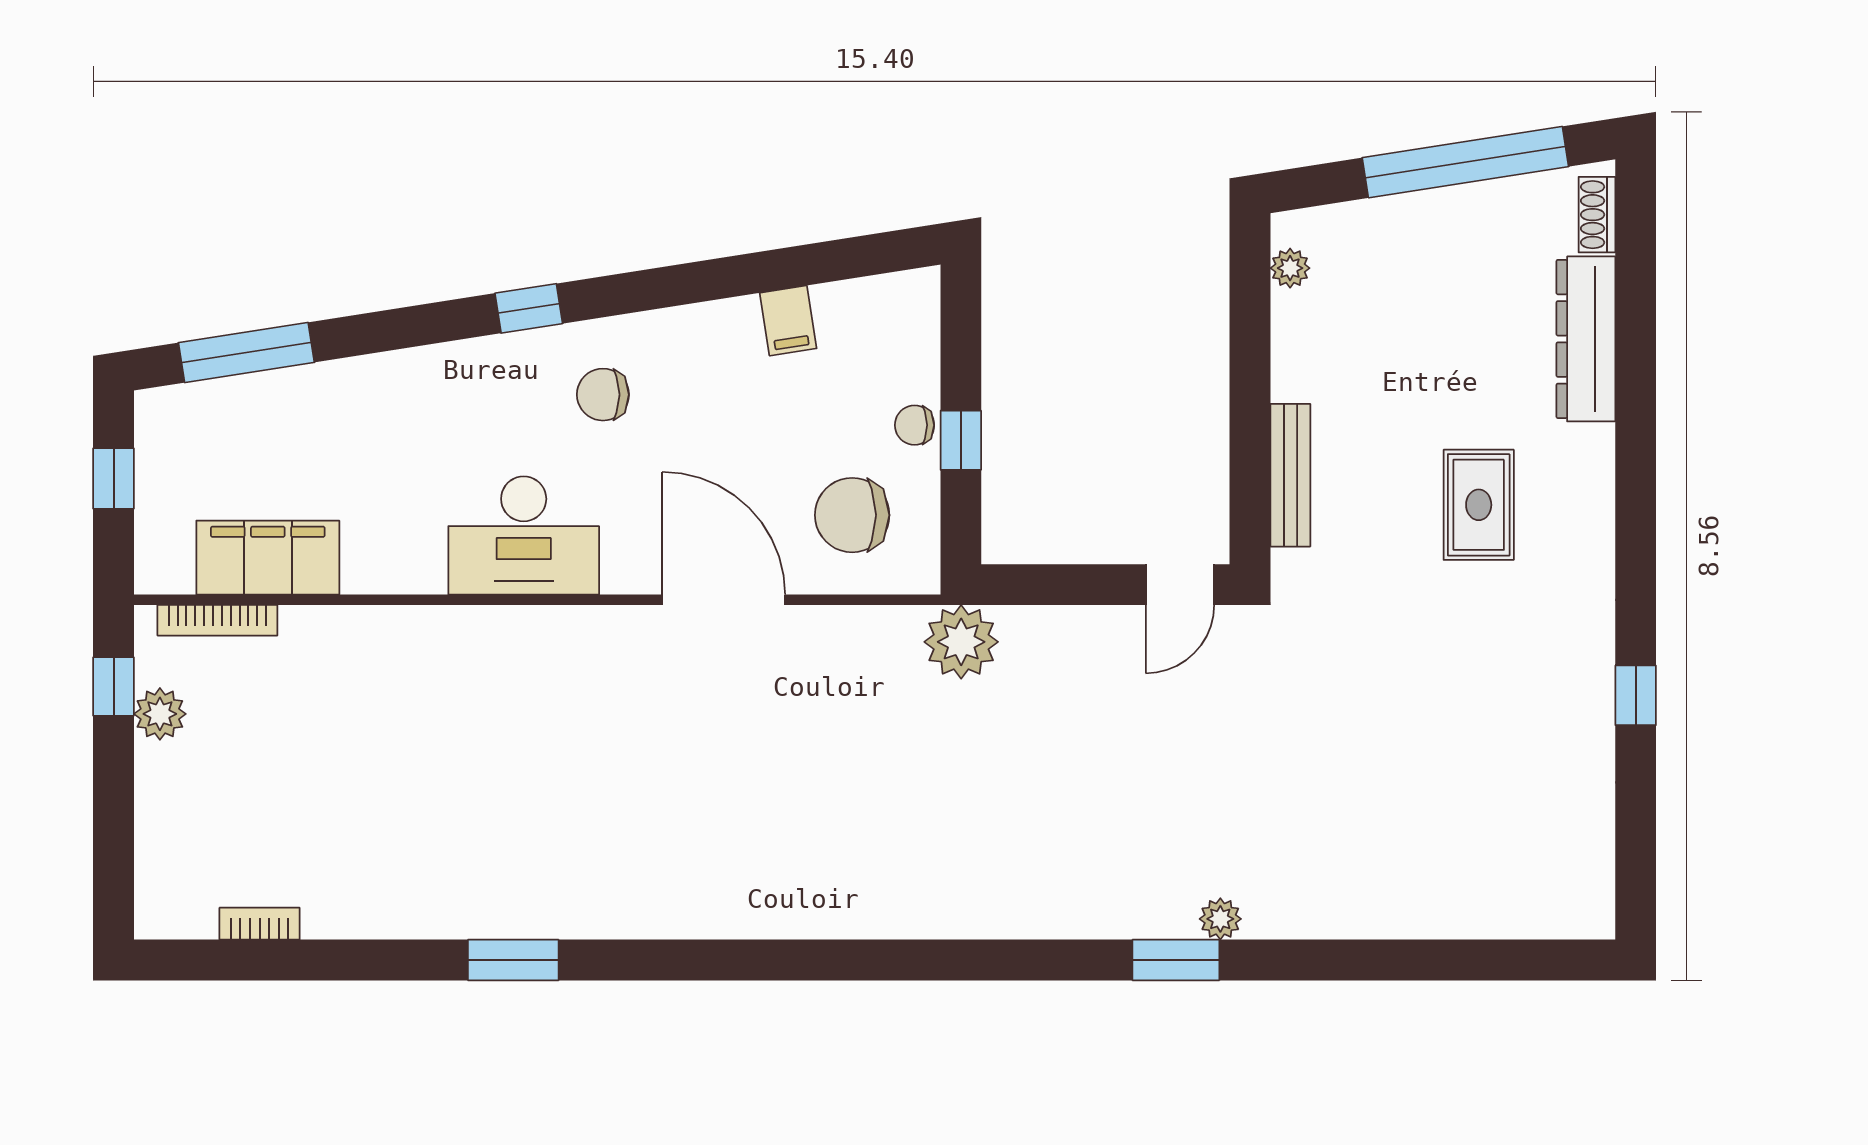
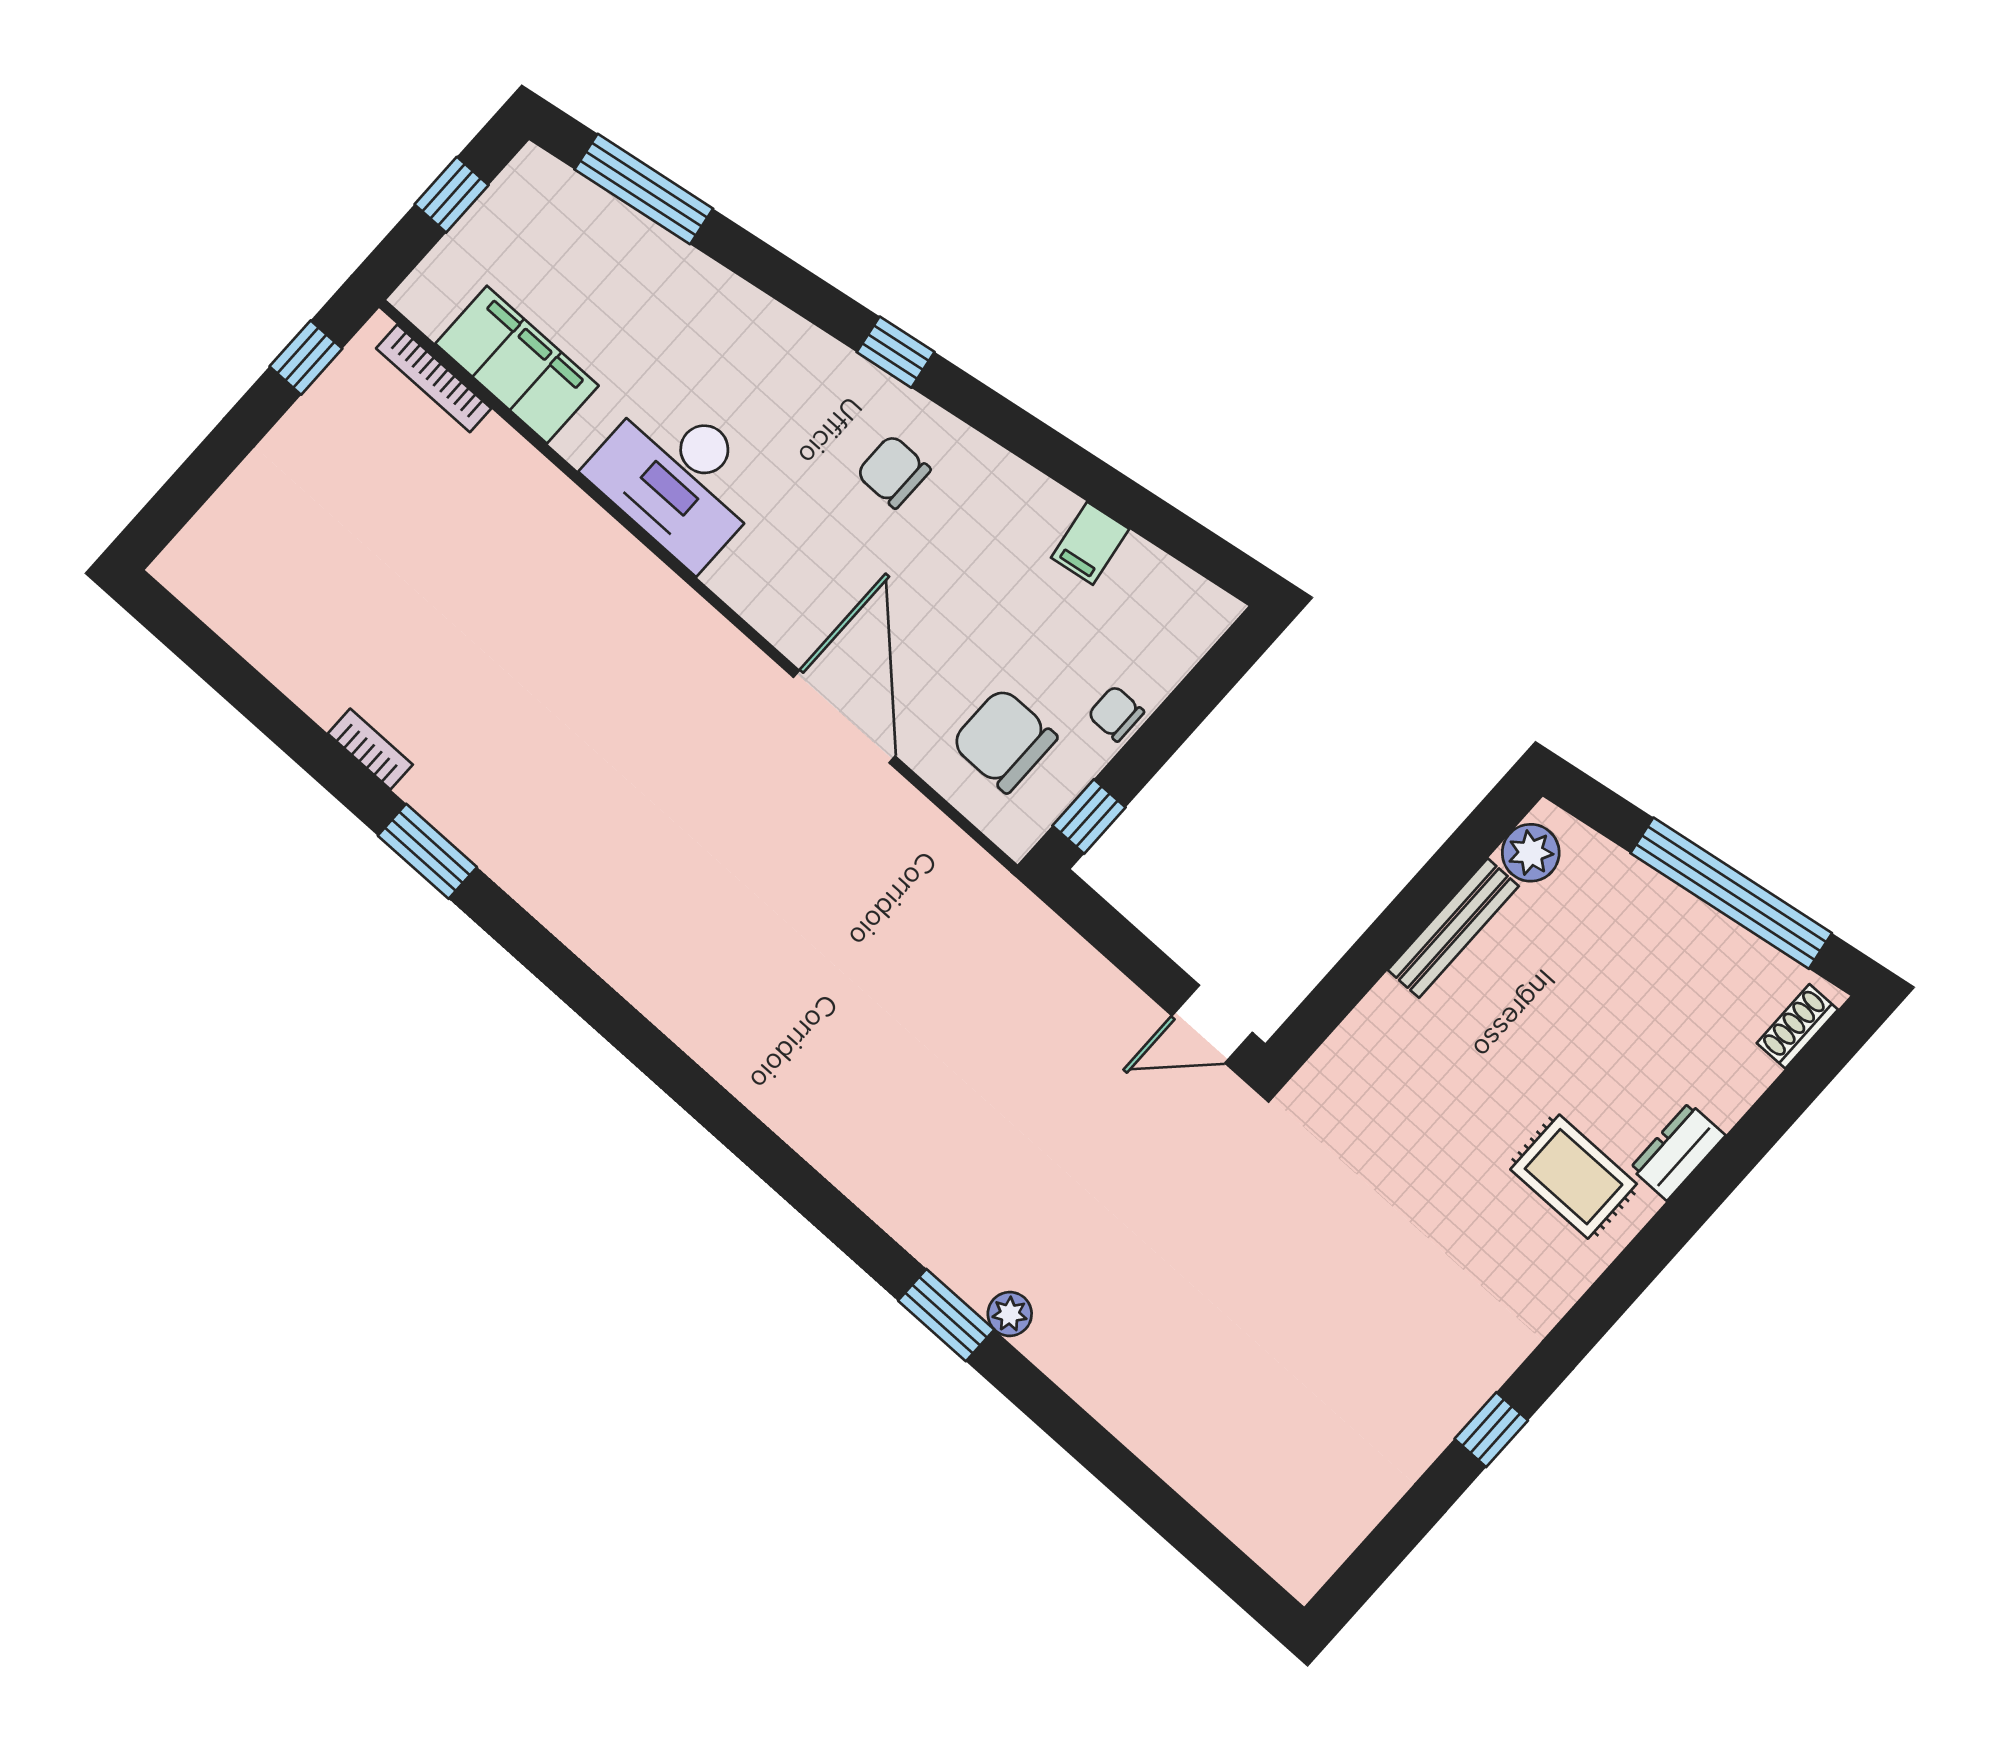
plant: (1290, 268) -> (1531, 853), width x1.38, depth x1.38
dresser: (1586, 339) -> (1678, 1152), width x0.51, depth x0.80
window: (961, 440) -> (1089, 816), moved
bench: (1290, 475) -> (1453, 928), moved
rug: (1479, 505) -> (1574, 1177), moved, turned 90
desk: (524, 536) -> (679, 478), moved
plant: (961, 642) -> (1001, 916), removed
plant: (160, 714) -> (323, 411), removed
bookcase: (260, 924) -> (370, 749), moved

